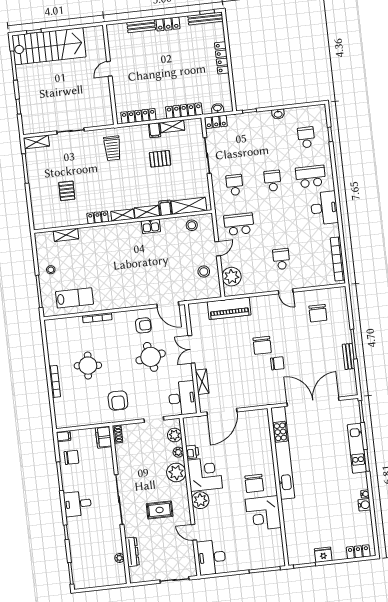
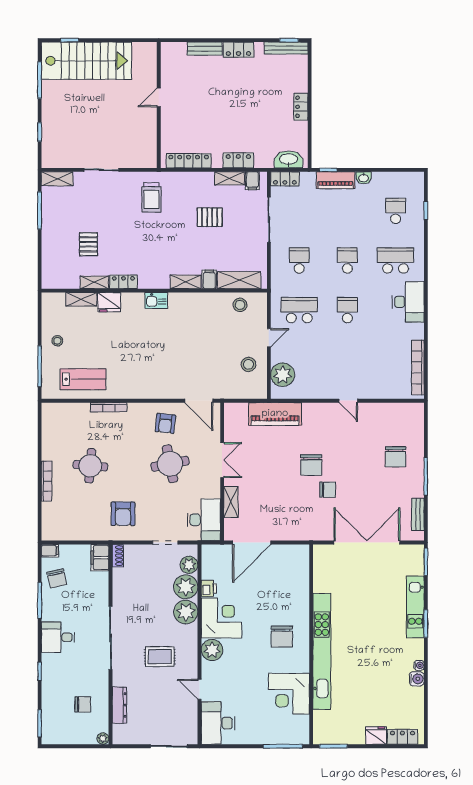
locker: (222, 58) -> (301, 107), width x0.66
washbasin: (217, 108) -> (289, 159), width x1.91, depth x1.45
locker: (184, 111) -> (238, 160), width x0.66
piano: (256, 118) -> (336, 180), added
filing cabinet: (155, 130) -> (252, 181), moved
shelving: (123, 215) -> (94, 282), moved
kitchen sink: (151, 226) -> (156, 301), moved
fridge: (88, 235) -> (109, 302), added
school desk: (281, 259) -> (347, 310), moved
chair: (318, 313) -> (396, 457), moved
armchair: (143, 325) -> (165, 423), turned 96
double door: (191, 349) -> (222, 460), swing flipped
bench: (349, 356) -> (418, 514), moved
plant: (178, 452) -> (186, 587), width x1.87, depth x1.87
kitchen unit: (283, 453) -> (322, 651), moved
chair: (71, 457) -> (57, 578), turned 78
corner desk: (263, 513) -> (289, 694), moved
chair: (103, 555) -> (83, 704), added
fridge: (323, 555) -> (376, 736), moved
plant: (120, 558) -> (103, 739), moved

